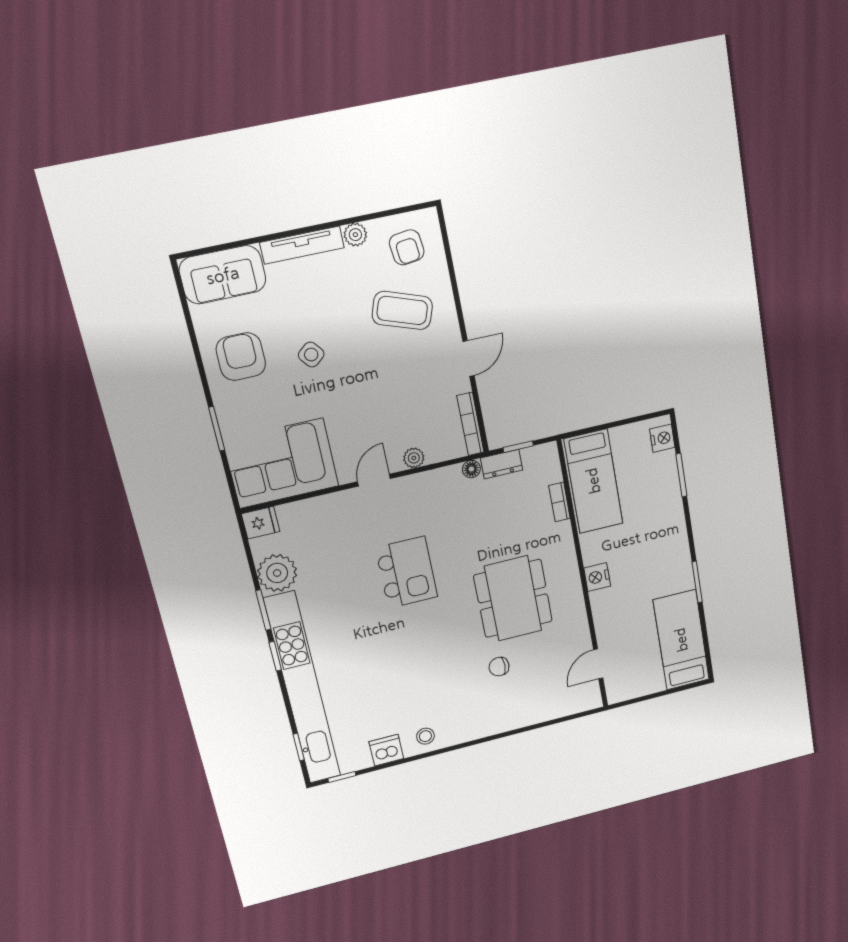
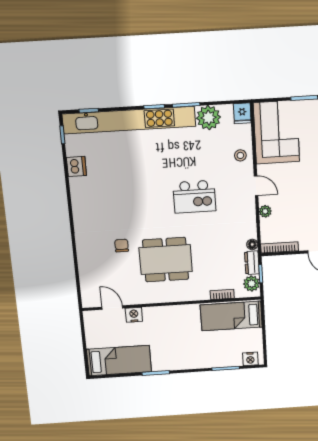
plant: (536, 459) -> (252, 284), added
nightstand: (597, 577) -> (134, 315), moved
stool: (425, 736) -> (240, 155), moved

